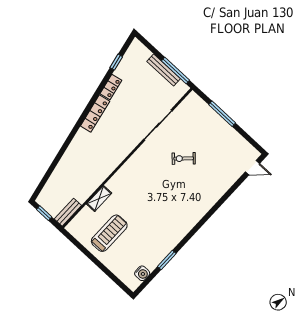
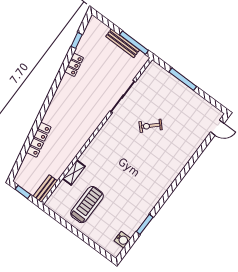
locker: (95, 114) -> (39, 140), moved

